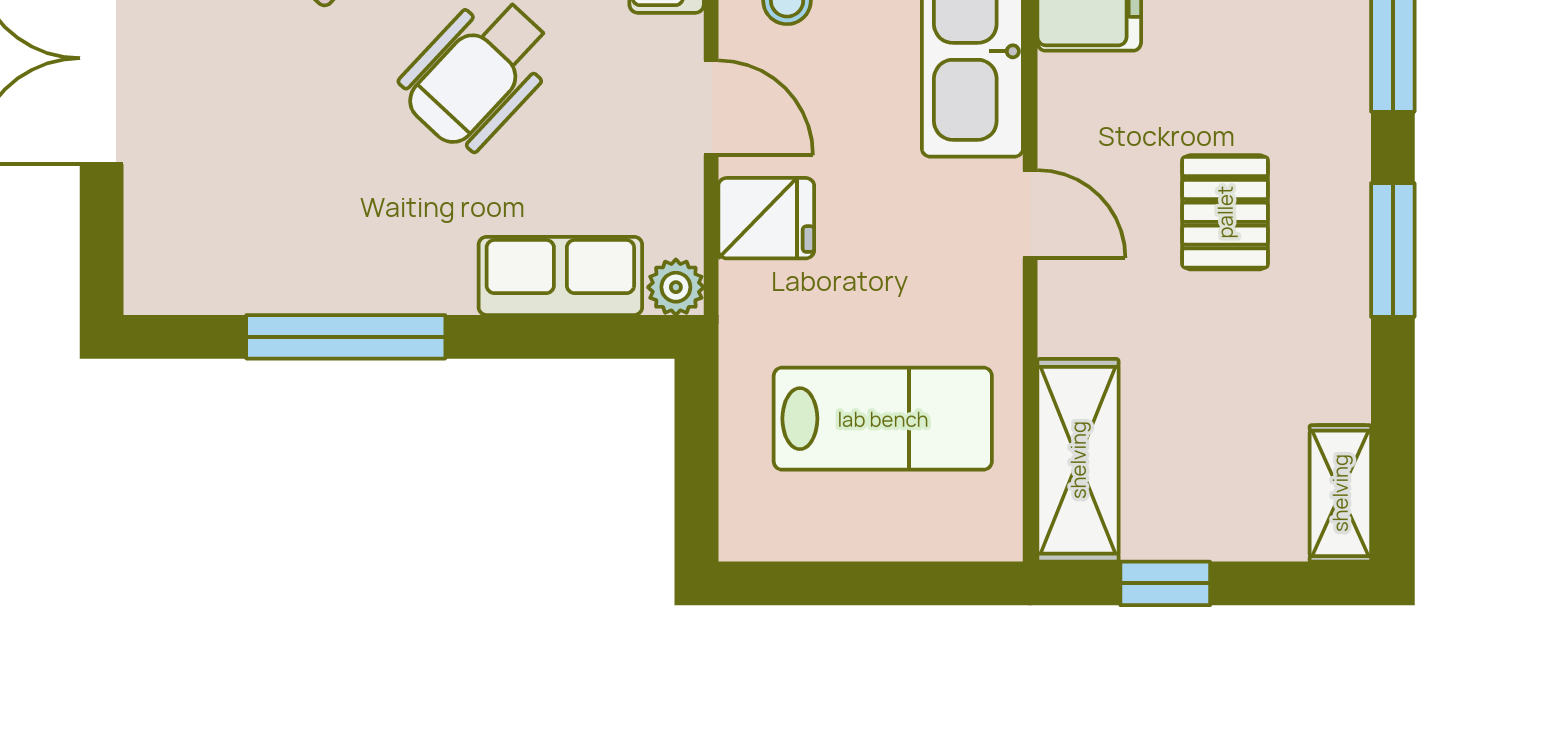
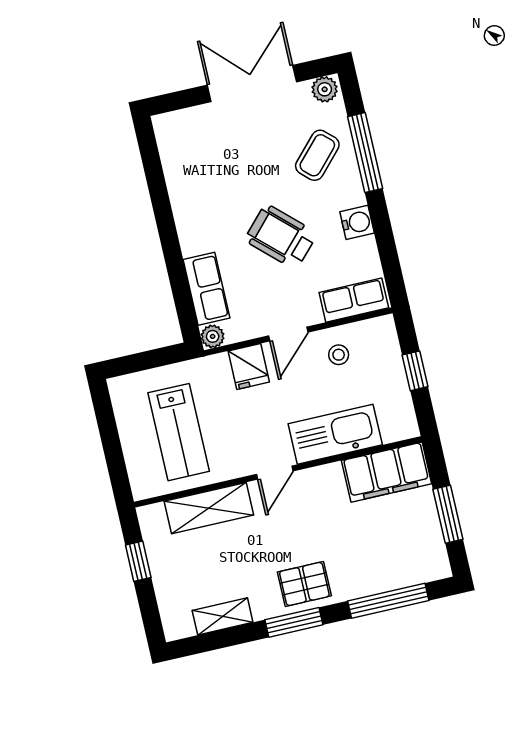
pallet: (1225, 212) -> (304, 584), moved
window: (346, 337) -> (162, 208), removed
shelving: (1078, 460) -> (209, 508), moved
shelving: (1340, 493) -> (223, 616), moved

